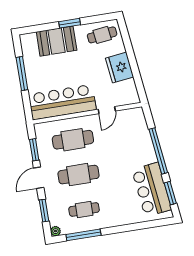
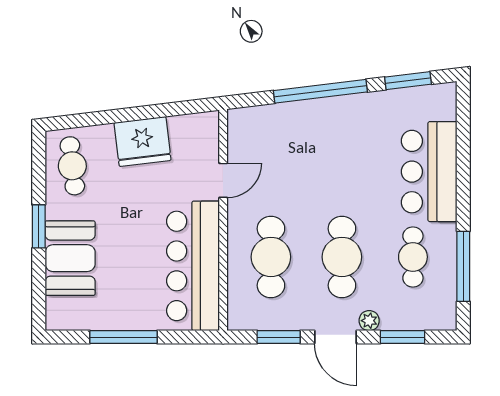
door: (107, 110) -> (223, 180), hinge flipped
bar counter: (152, 190) -> (429, 172), moved, turned 97
plant: (55, 231) -> (369, 321), moved

